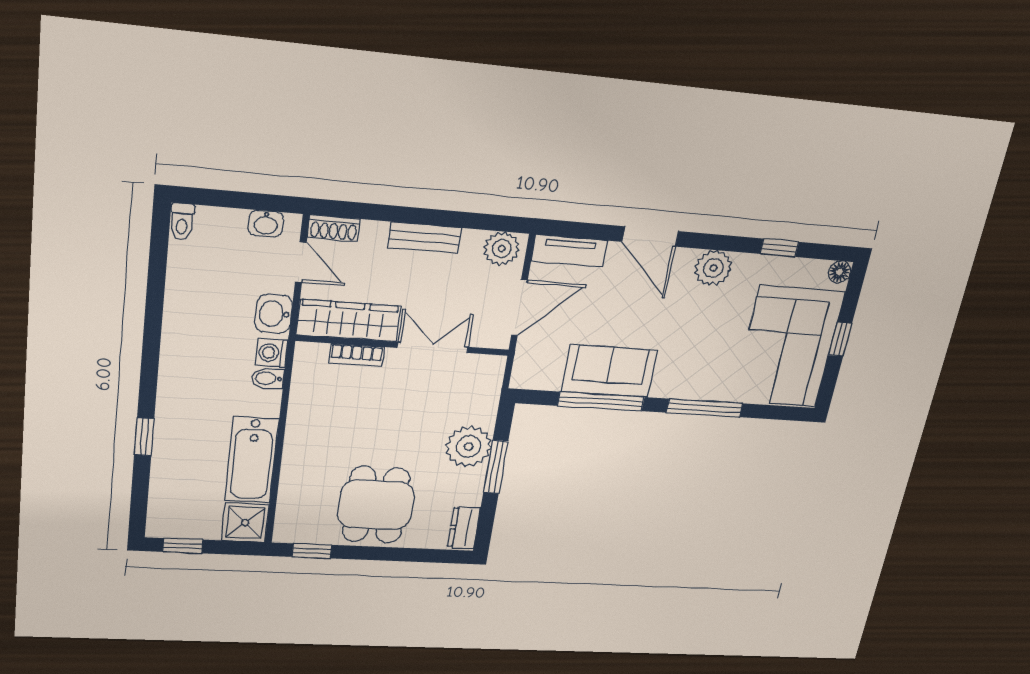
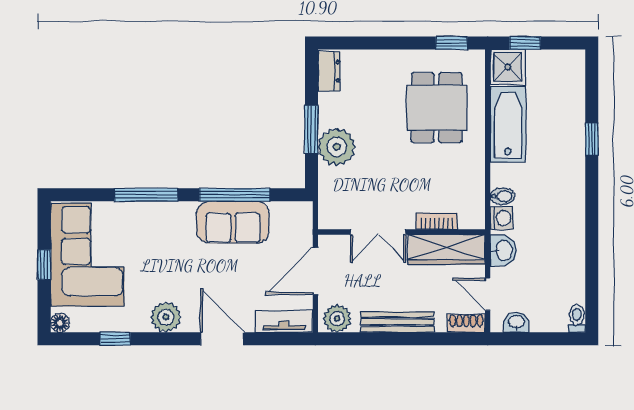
bench: (425, 238) -> (397, 322), width x1.36
dining table: (376, 505) -> (437, 108), moved
window: (183, 546) -> (525, 43), moved

